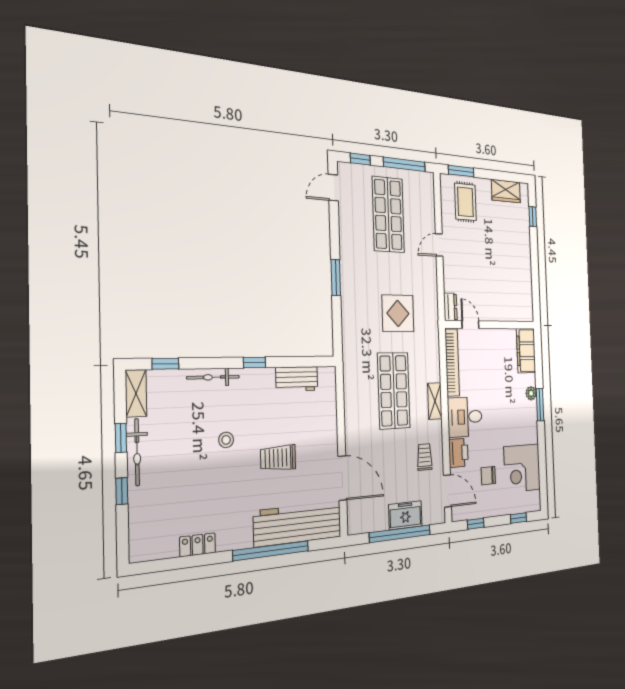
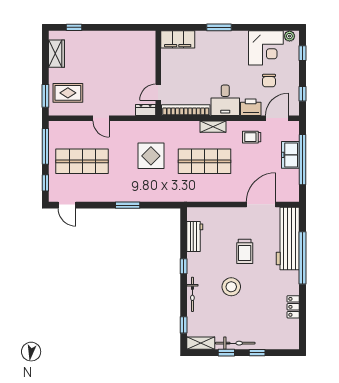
plant: (531, 393) -> (289, 36), moved
stool: (226, 440) -> (231, 287), width x1.89, depth x1.89

